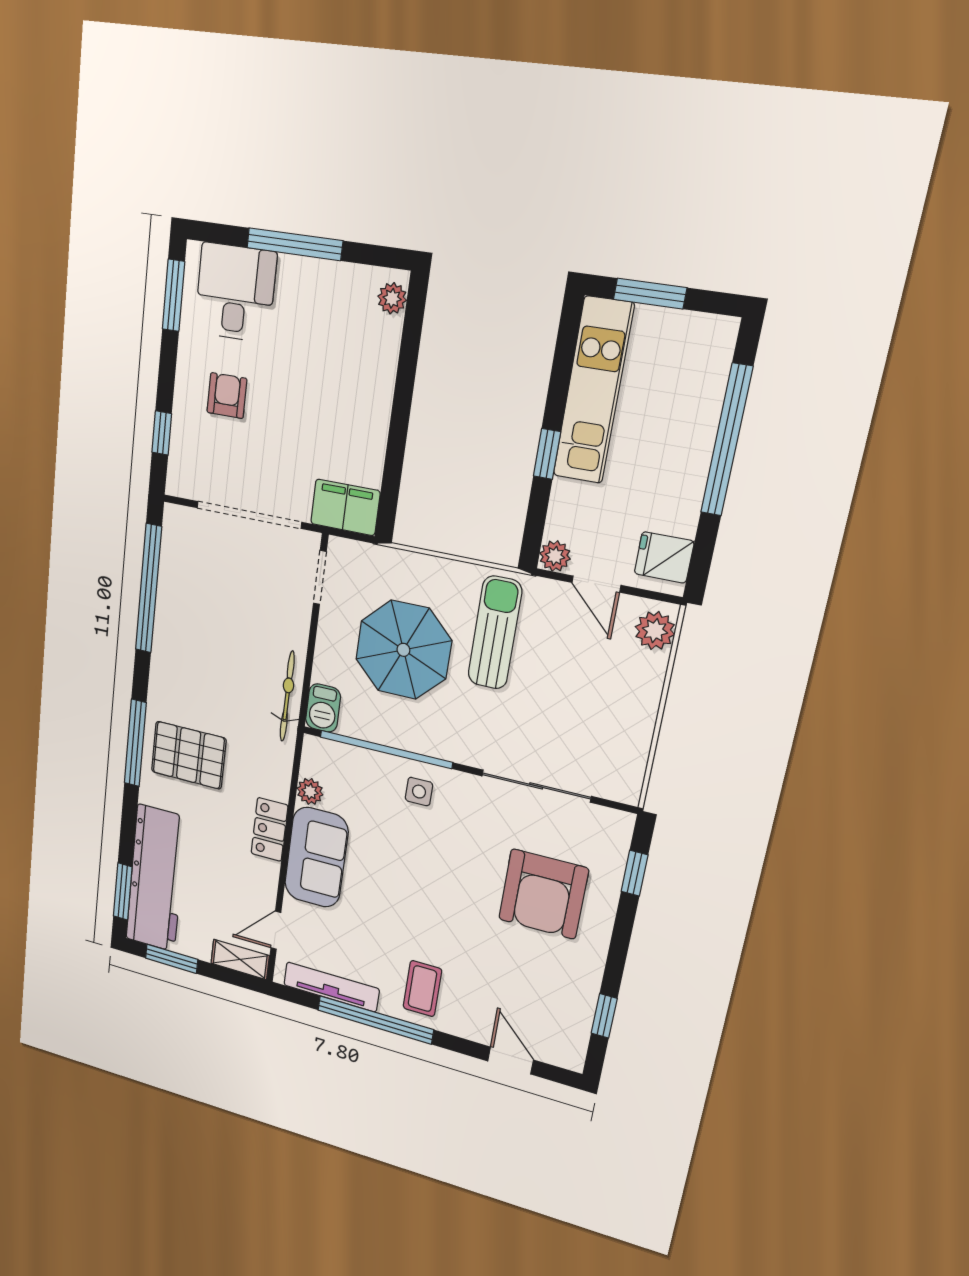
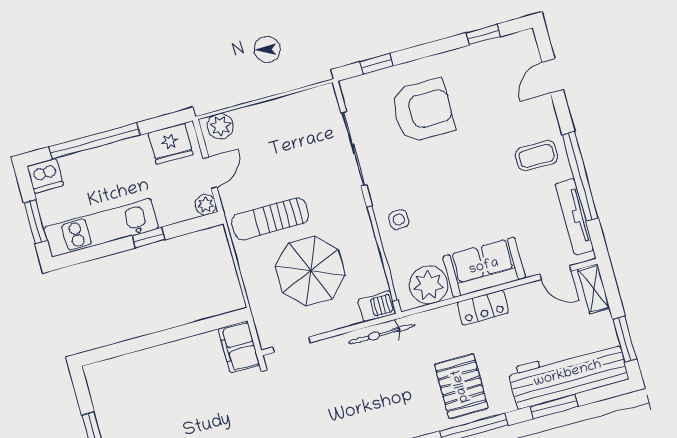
plant: (392, 298) -> (102, 371), removed
dishwasher: (712, 340) -> (45, 176), added
fridge: (664, 557) -> (170, 144), width x1.38
plant: (310, 791) -> (429, 285), width x1.88, depth x1.88
window: (123, 892) -> (554, 406), moved

